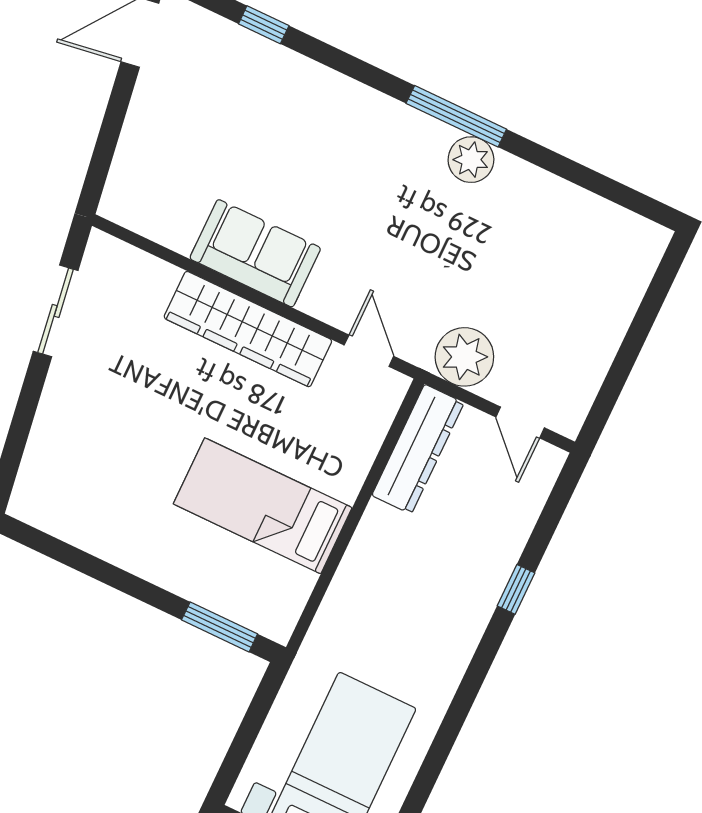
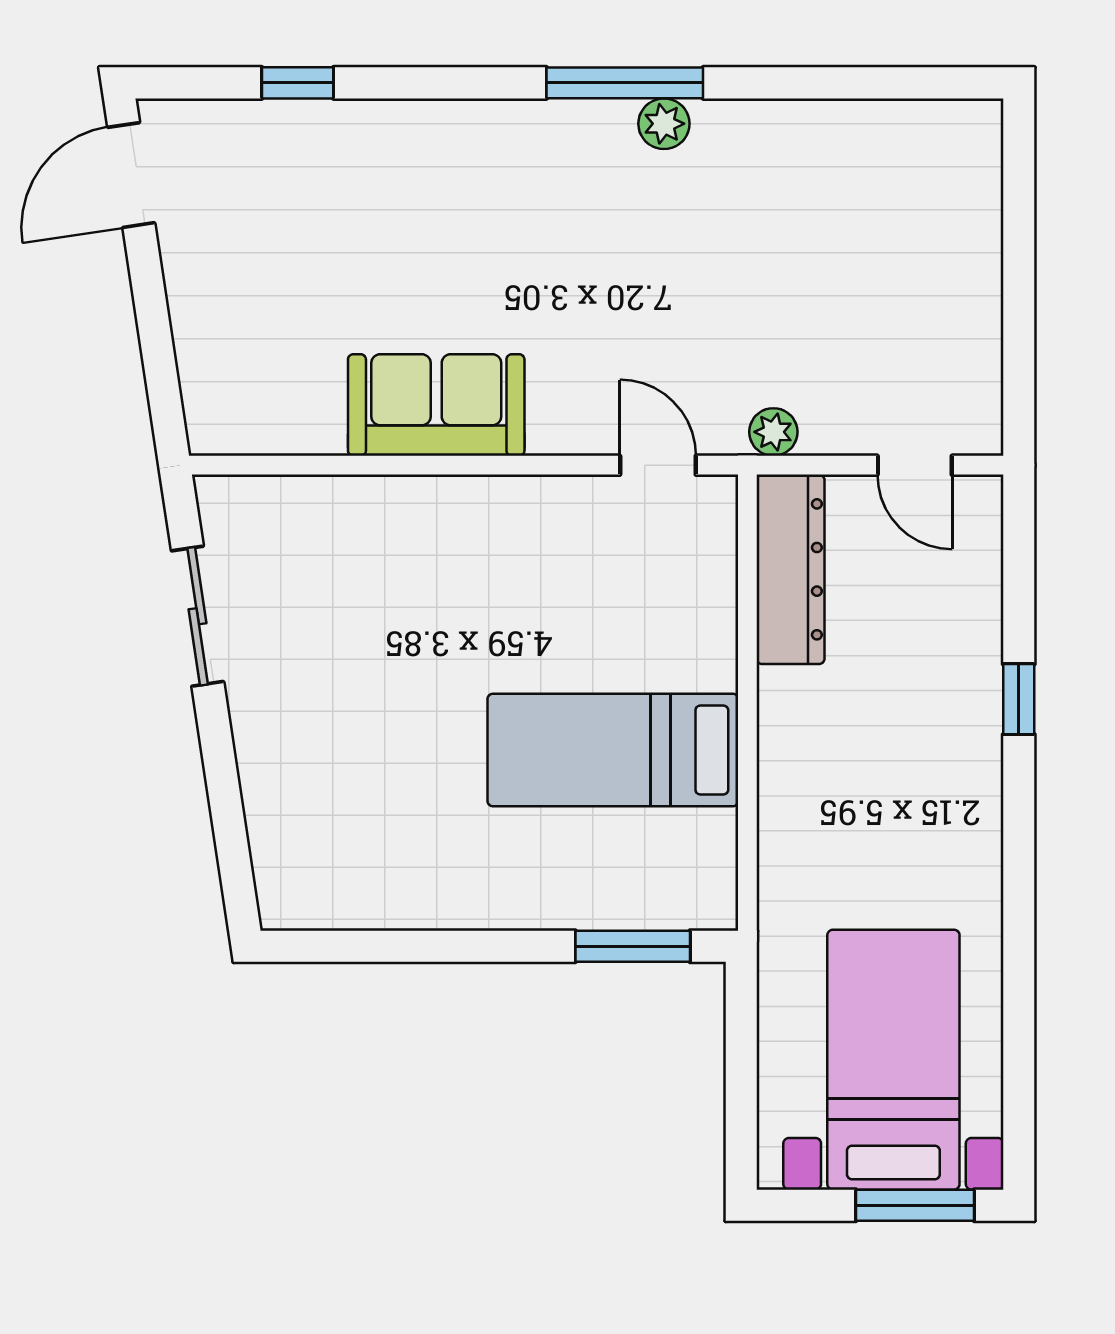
plant: (471, 160) -> (664, 124), width x0.73, depth x0.73
wardrobe: (248, 329) -> (476, 515), removed
plant: (464, 357) -> (773, 432), width x0.53, depth x0.53

